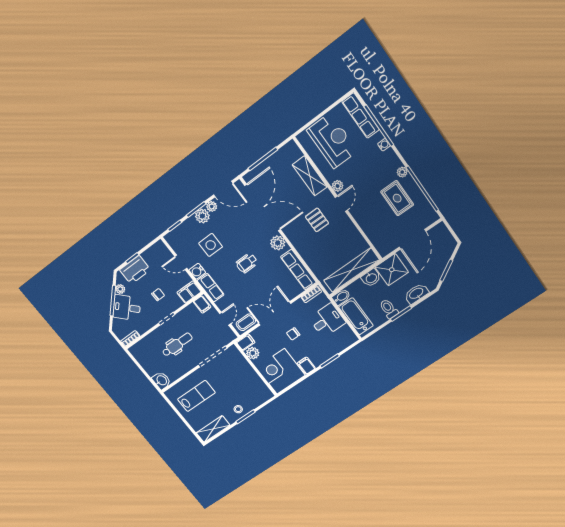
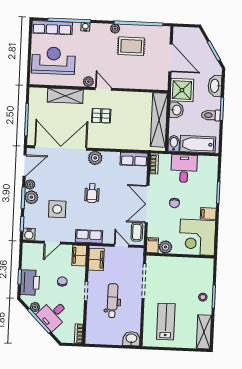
row of seats: (298, 270) -> (134, 159), width x0.68
water cooler: (197, 271) -> (29, 234), moved
filing cabinet: (202, 304) -> (96, 259), width x2.00

